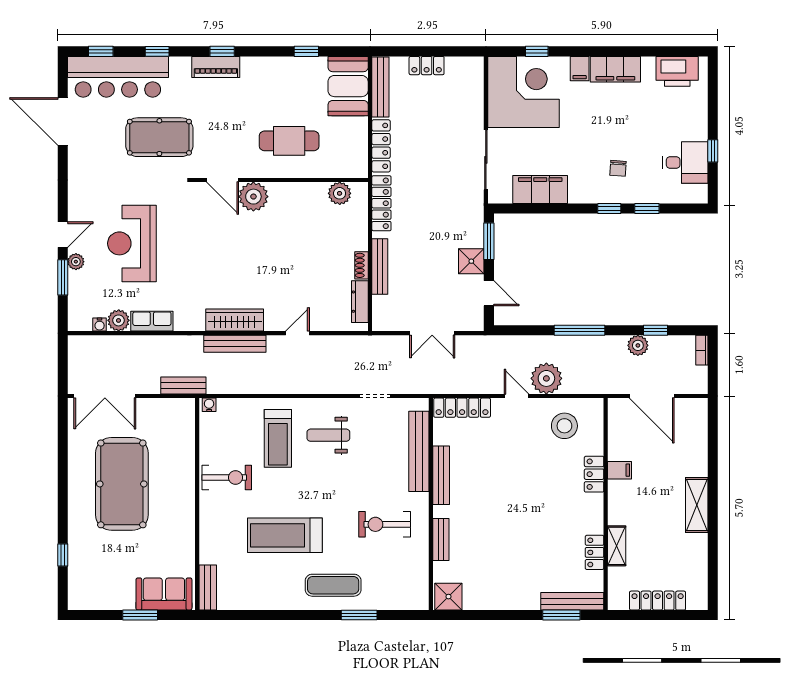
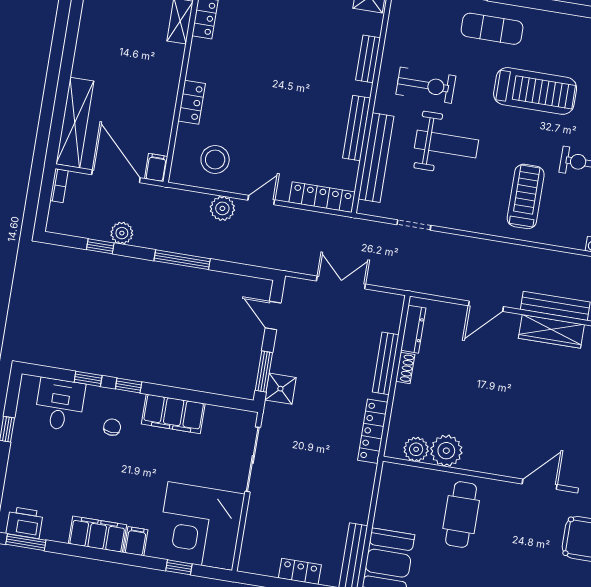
window: (679, 51) -> (26, 542), added
printer: (677, 71) -> (25, 523), width x0.73, depth x0.84
cafe table: (289, 141) -> (461, 515), turned 90
locker: (381, 146) -> (363, 493), removed
desk: (685, 162) -> (60, 405), moved, turned 90
door: (223, 180) -> (540, 484), hinge flipped
filing cabinet: (540, 189) -> (173, 414), moved
plant: (253, 197) -> (446, 451), moved
shower: (471, 261) -> (280, 389), moved
door: (297, 333) -> (486, 306), width x1.38
bookcase: (702, 350) -> (59, 186), moved
plant: (546, 378) -> (222, 208), width x0.73, depth x0.73
door: (517, 396) -> (261, 200), swing flipped
weight bench: (328, 435) -> (447, 144), moved, width x1.36, depth x1.33
filing cabinet: (620, 470) -> (156, 168), moved, turned 90
shelving: (697, 505) -> (75, 123), moved, width x1.47

